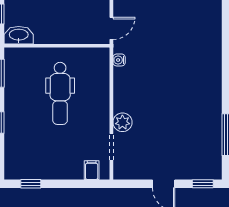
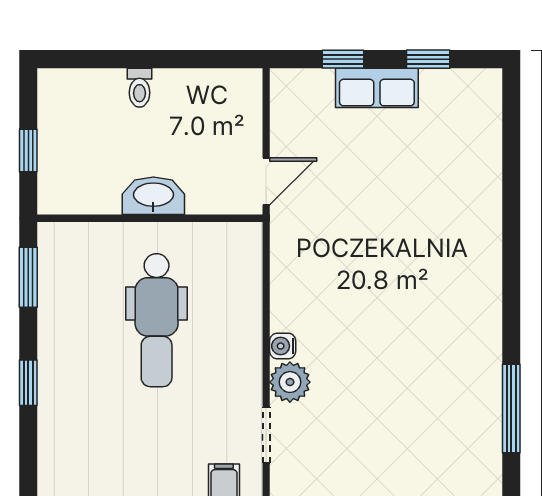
washbasin: (19, 35) -> (153, 196), moved
water cooler: (119, 60) -> (283, 346), moved

